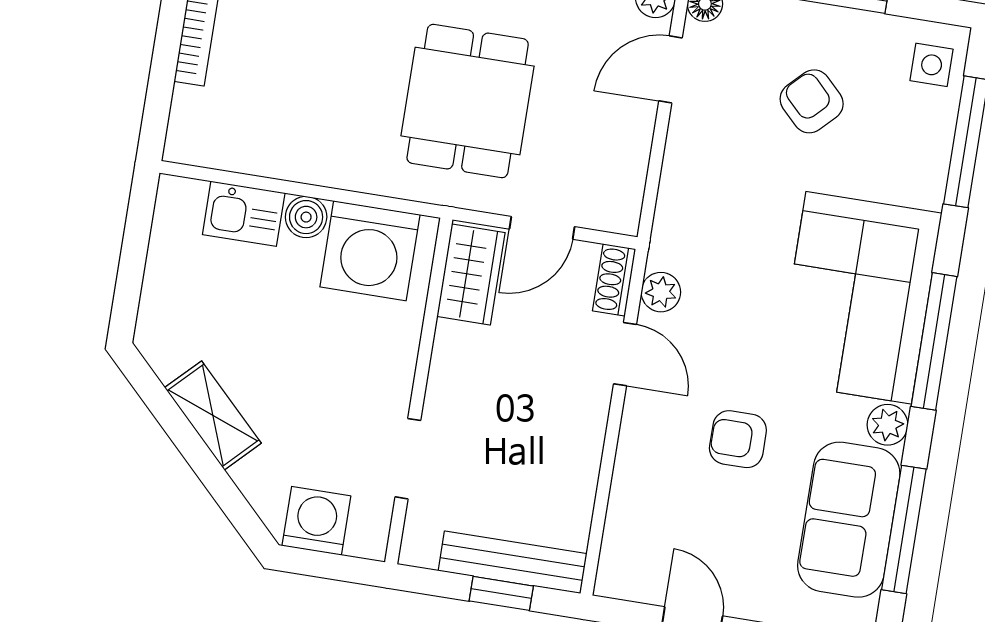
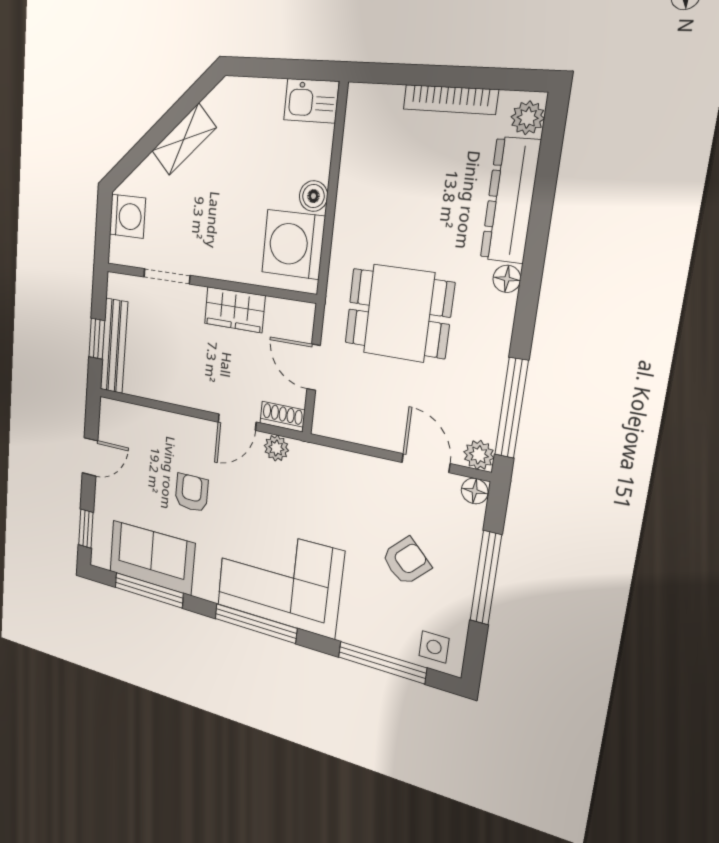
kitchen sink: (244, 214) -> (311, 101), moved, turned -90
wardrobe: (471, 275) -> (235, 310), moved
plant: (888, 425) -> (206, 588), removed

